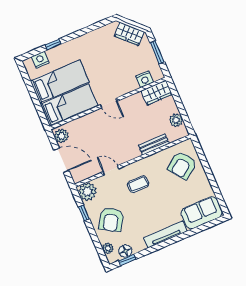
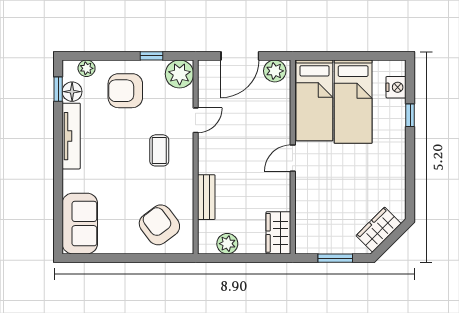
nightstand: (145, 79) -> (305, 224), removed
armchair: (111, 220) -> (125, 91), turned -32
tv unit: (165, 234) -> (71, 136), moved

